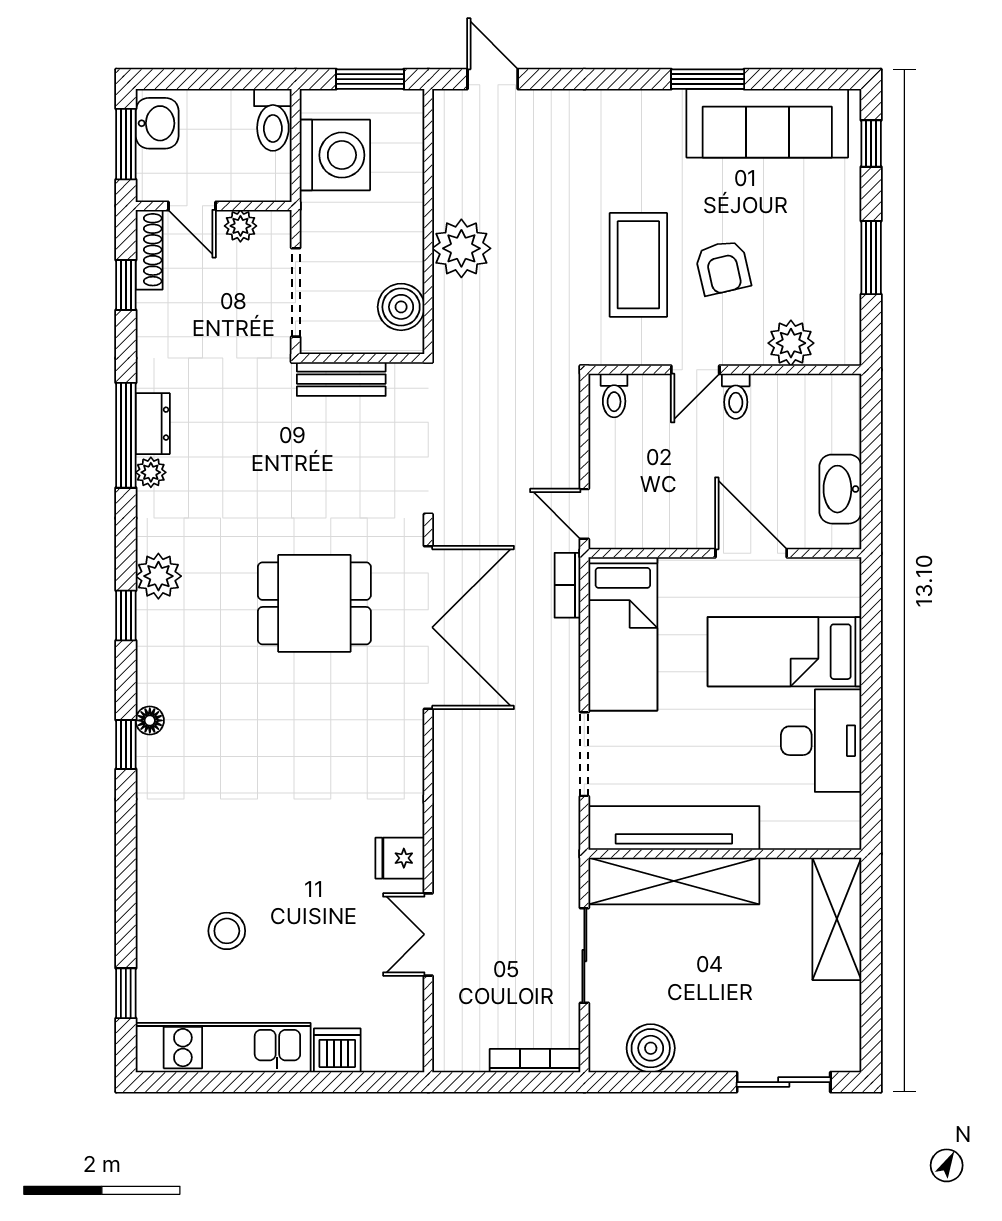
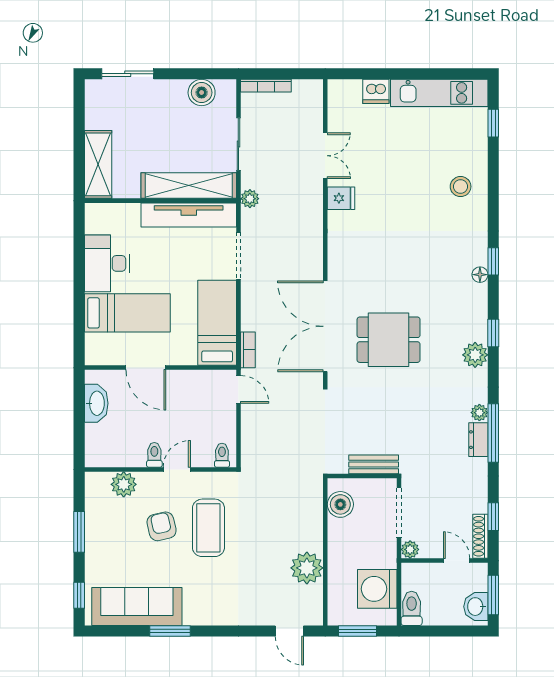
plant: (240, 226) -> (410, 549), moved
plant: (461, 248) -> (307, 568), moved
plant: (564, 857) -> (250, 199), added
stool: (227, 931) -> (461, 187), moved

